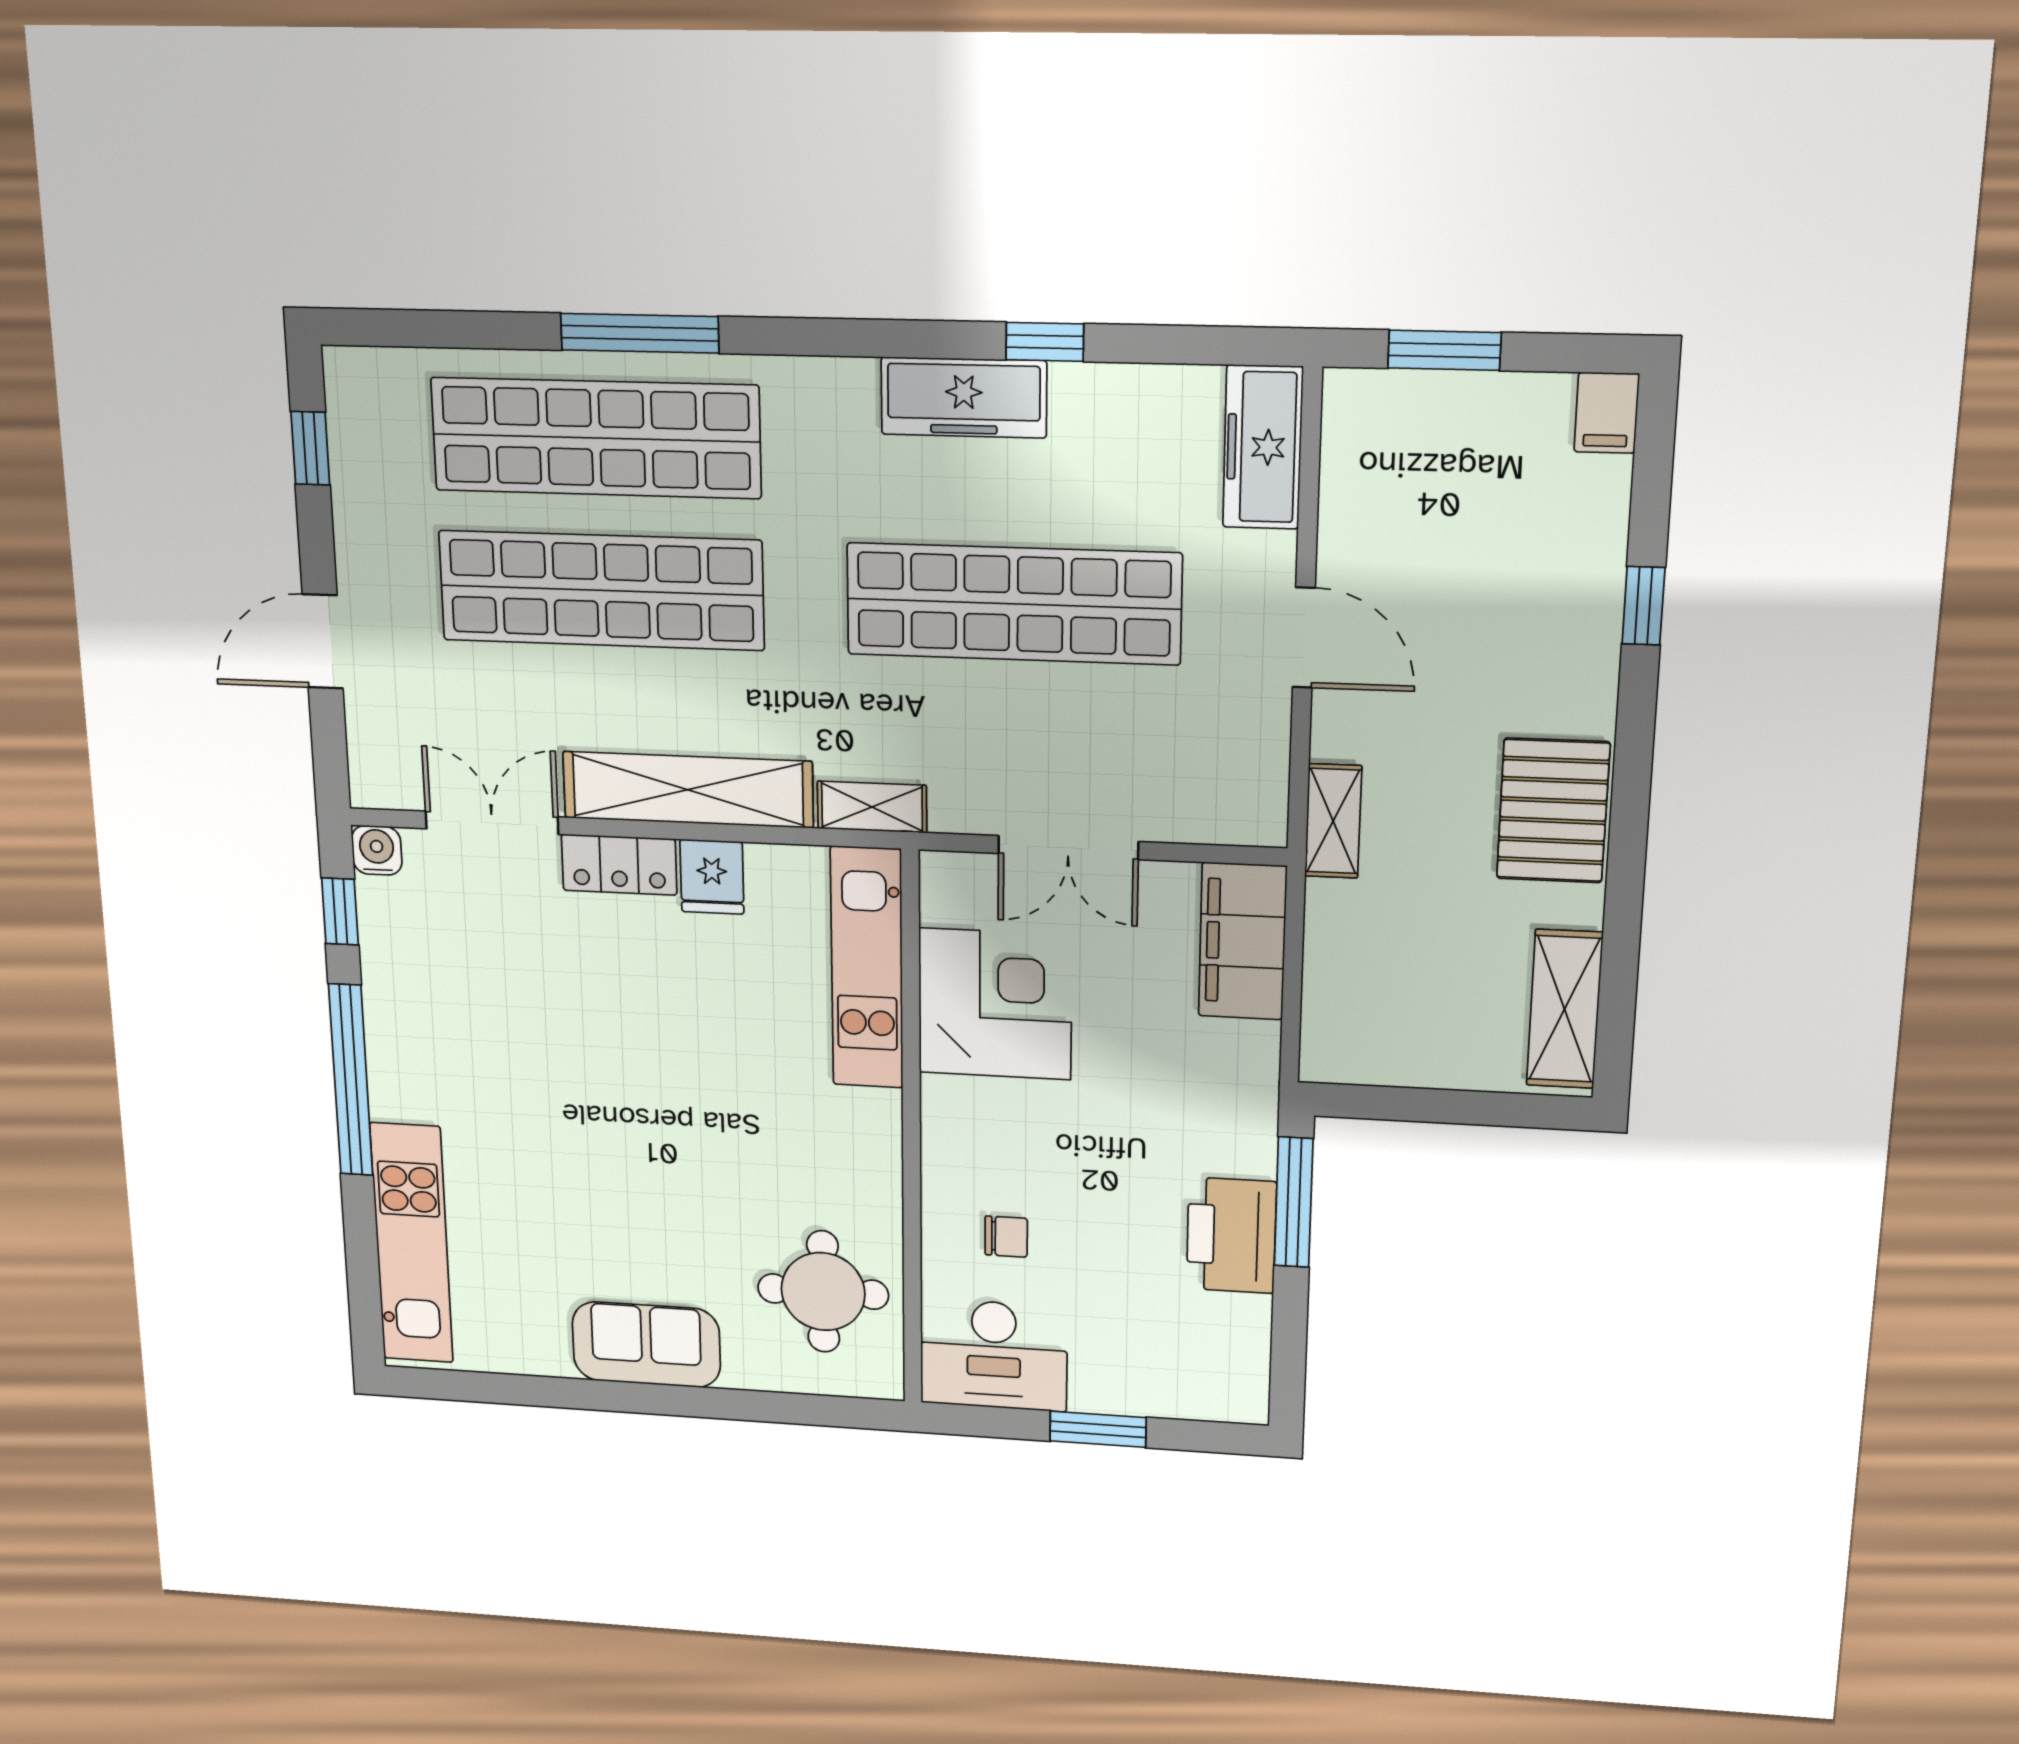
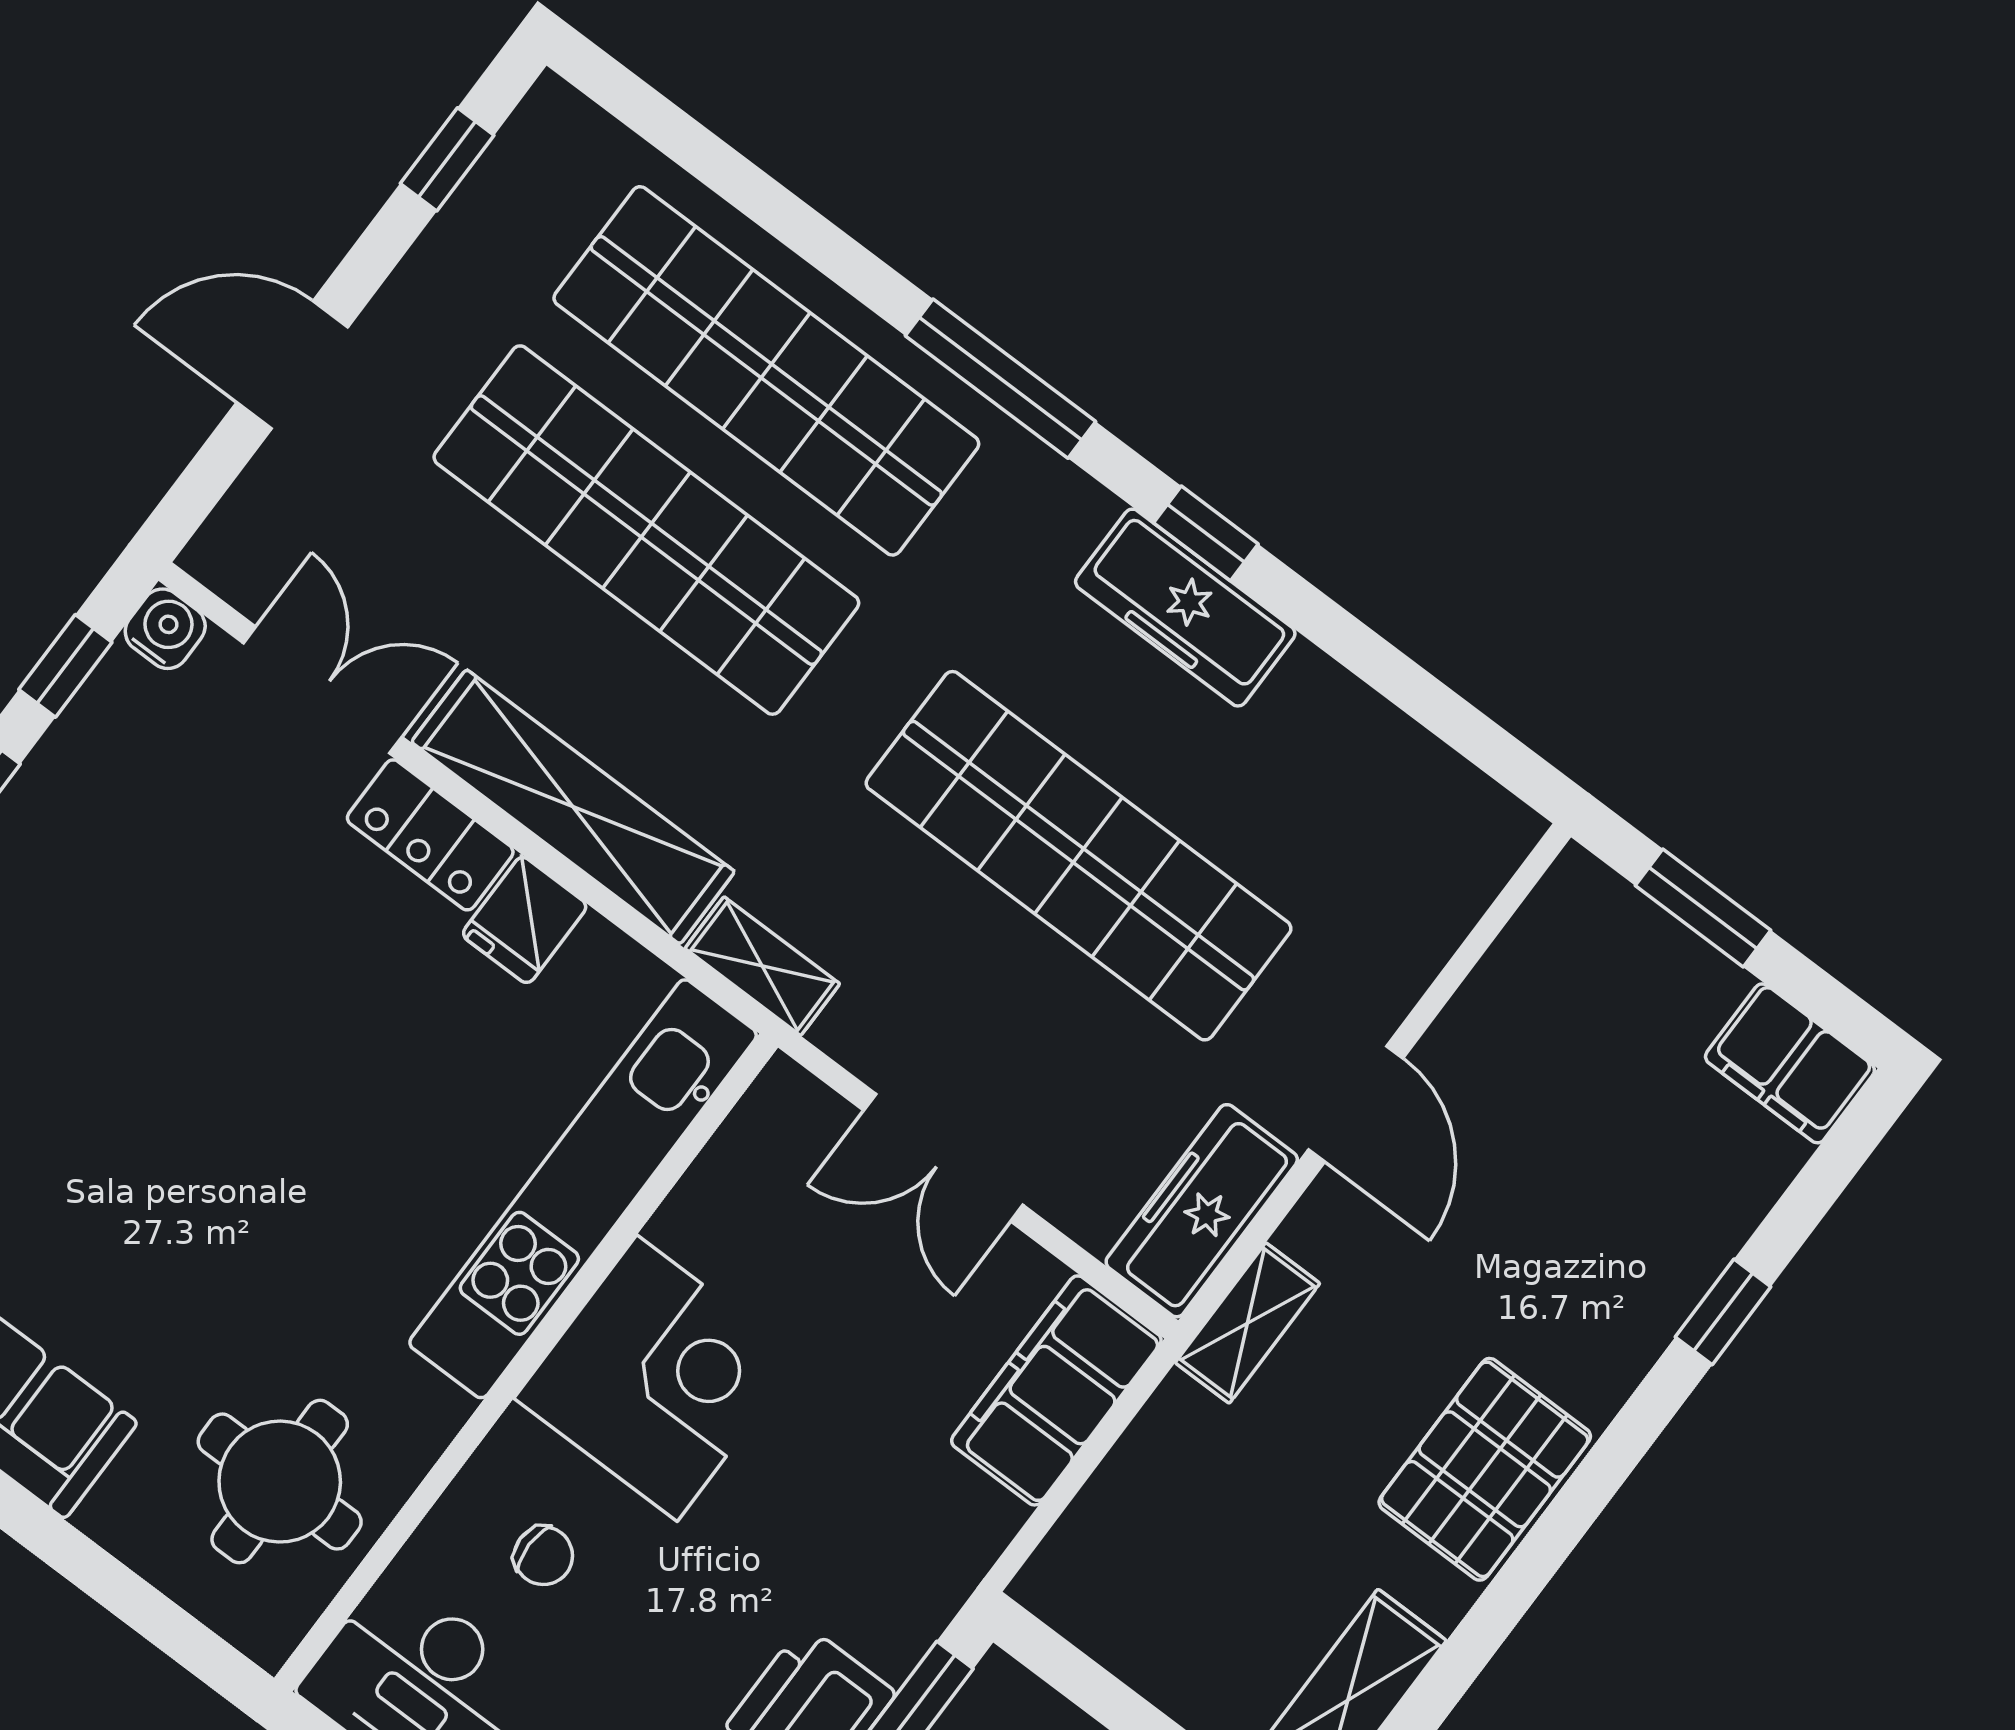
window: (640, 333) -> (1001, 379), moved
window: (1045, 342) -> (1206, 533), moved
filing cabinet: (1607, 413) -> (1790, 1063), width x2.00
freezer: (1263, 447) -> (1202, 1211), moved
kitchen unit: (867, 968) -> (583, 1189), width x1.36
corner desk: (995, 1004) -> (657, 1378), moved

